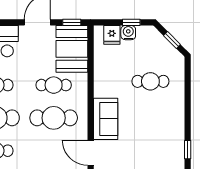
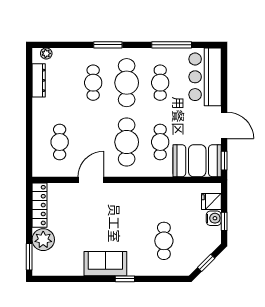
sofa: (106, 119) -> (105, 264), moved, turned 180
window: (188, 150) -> (125, 279), moved

